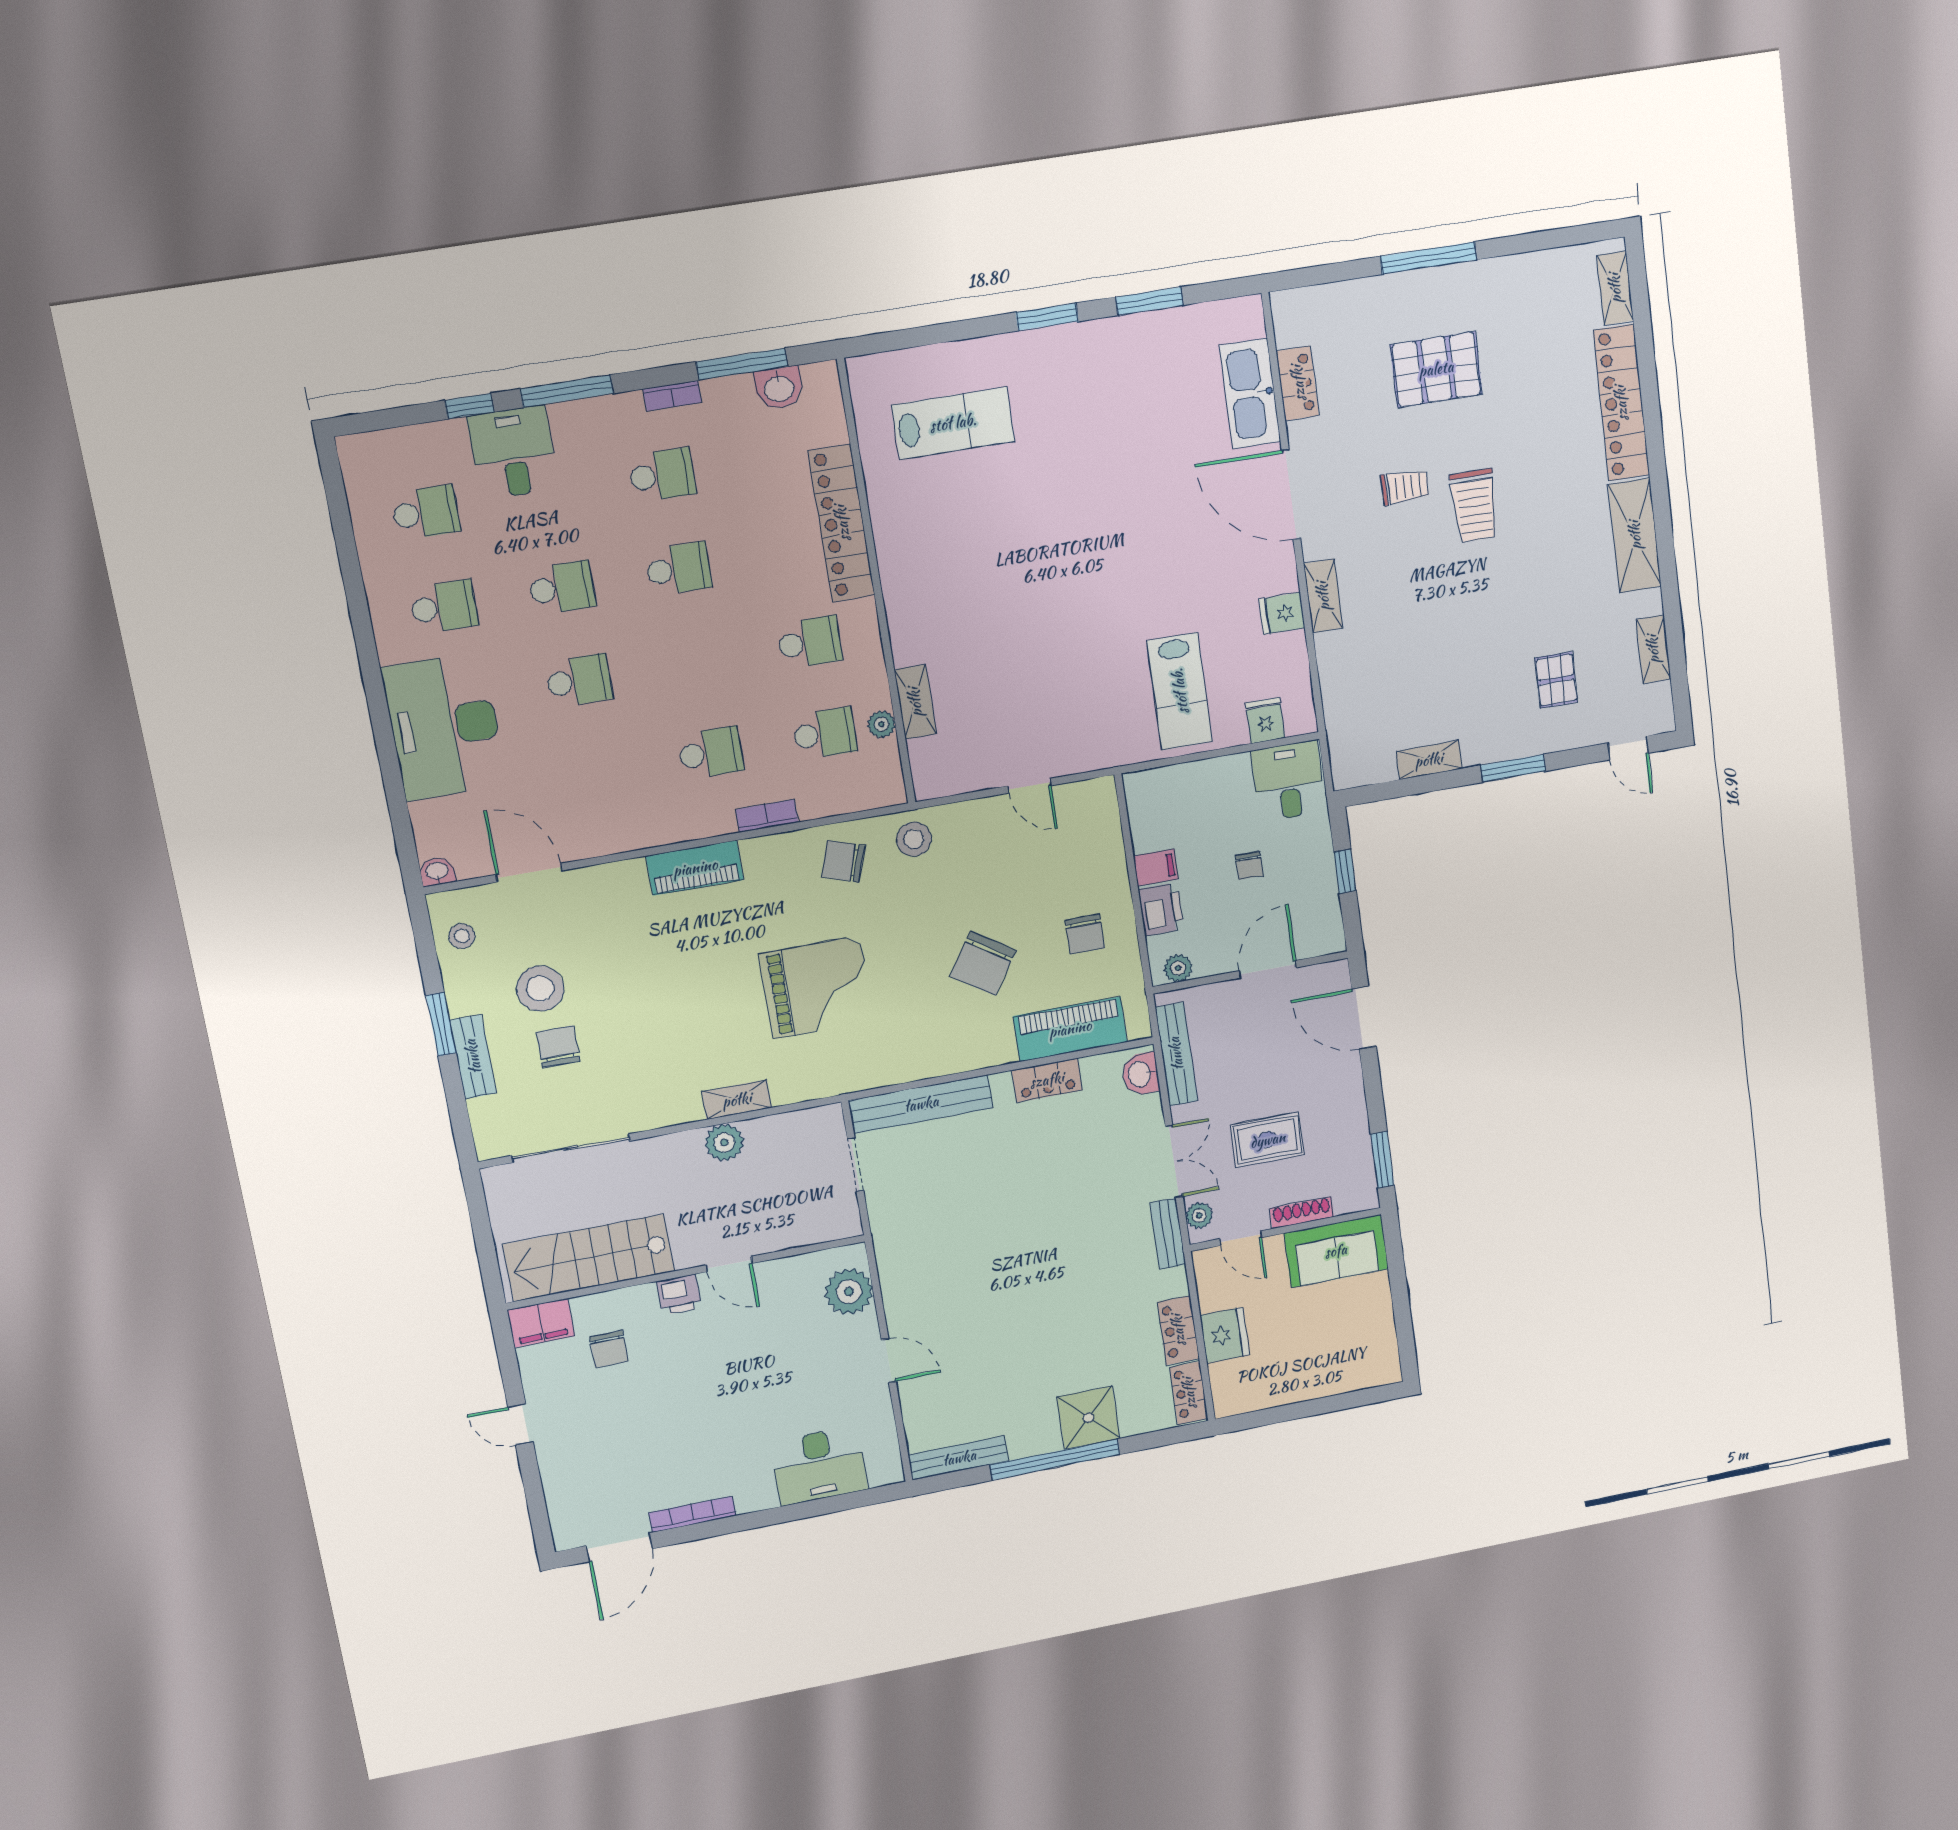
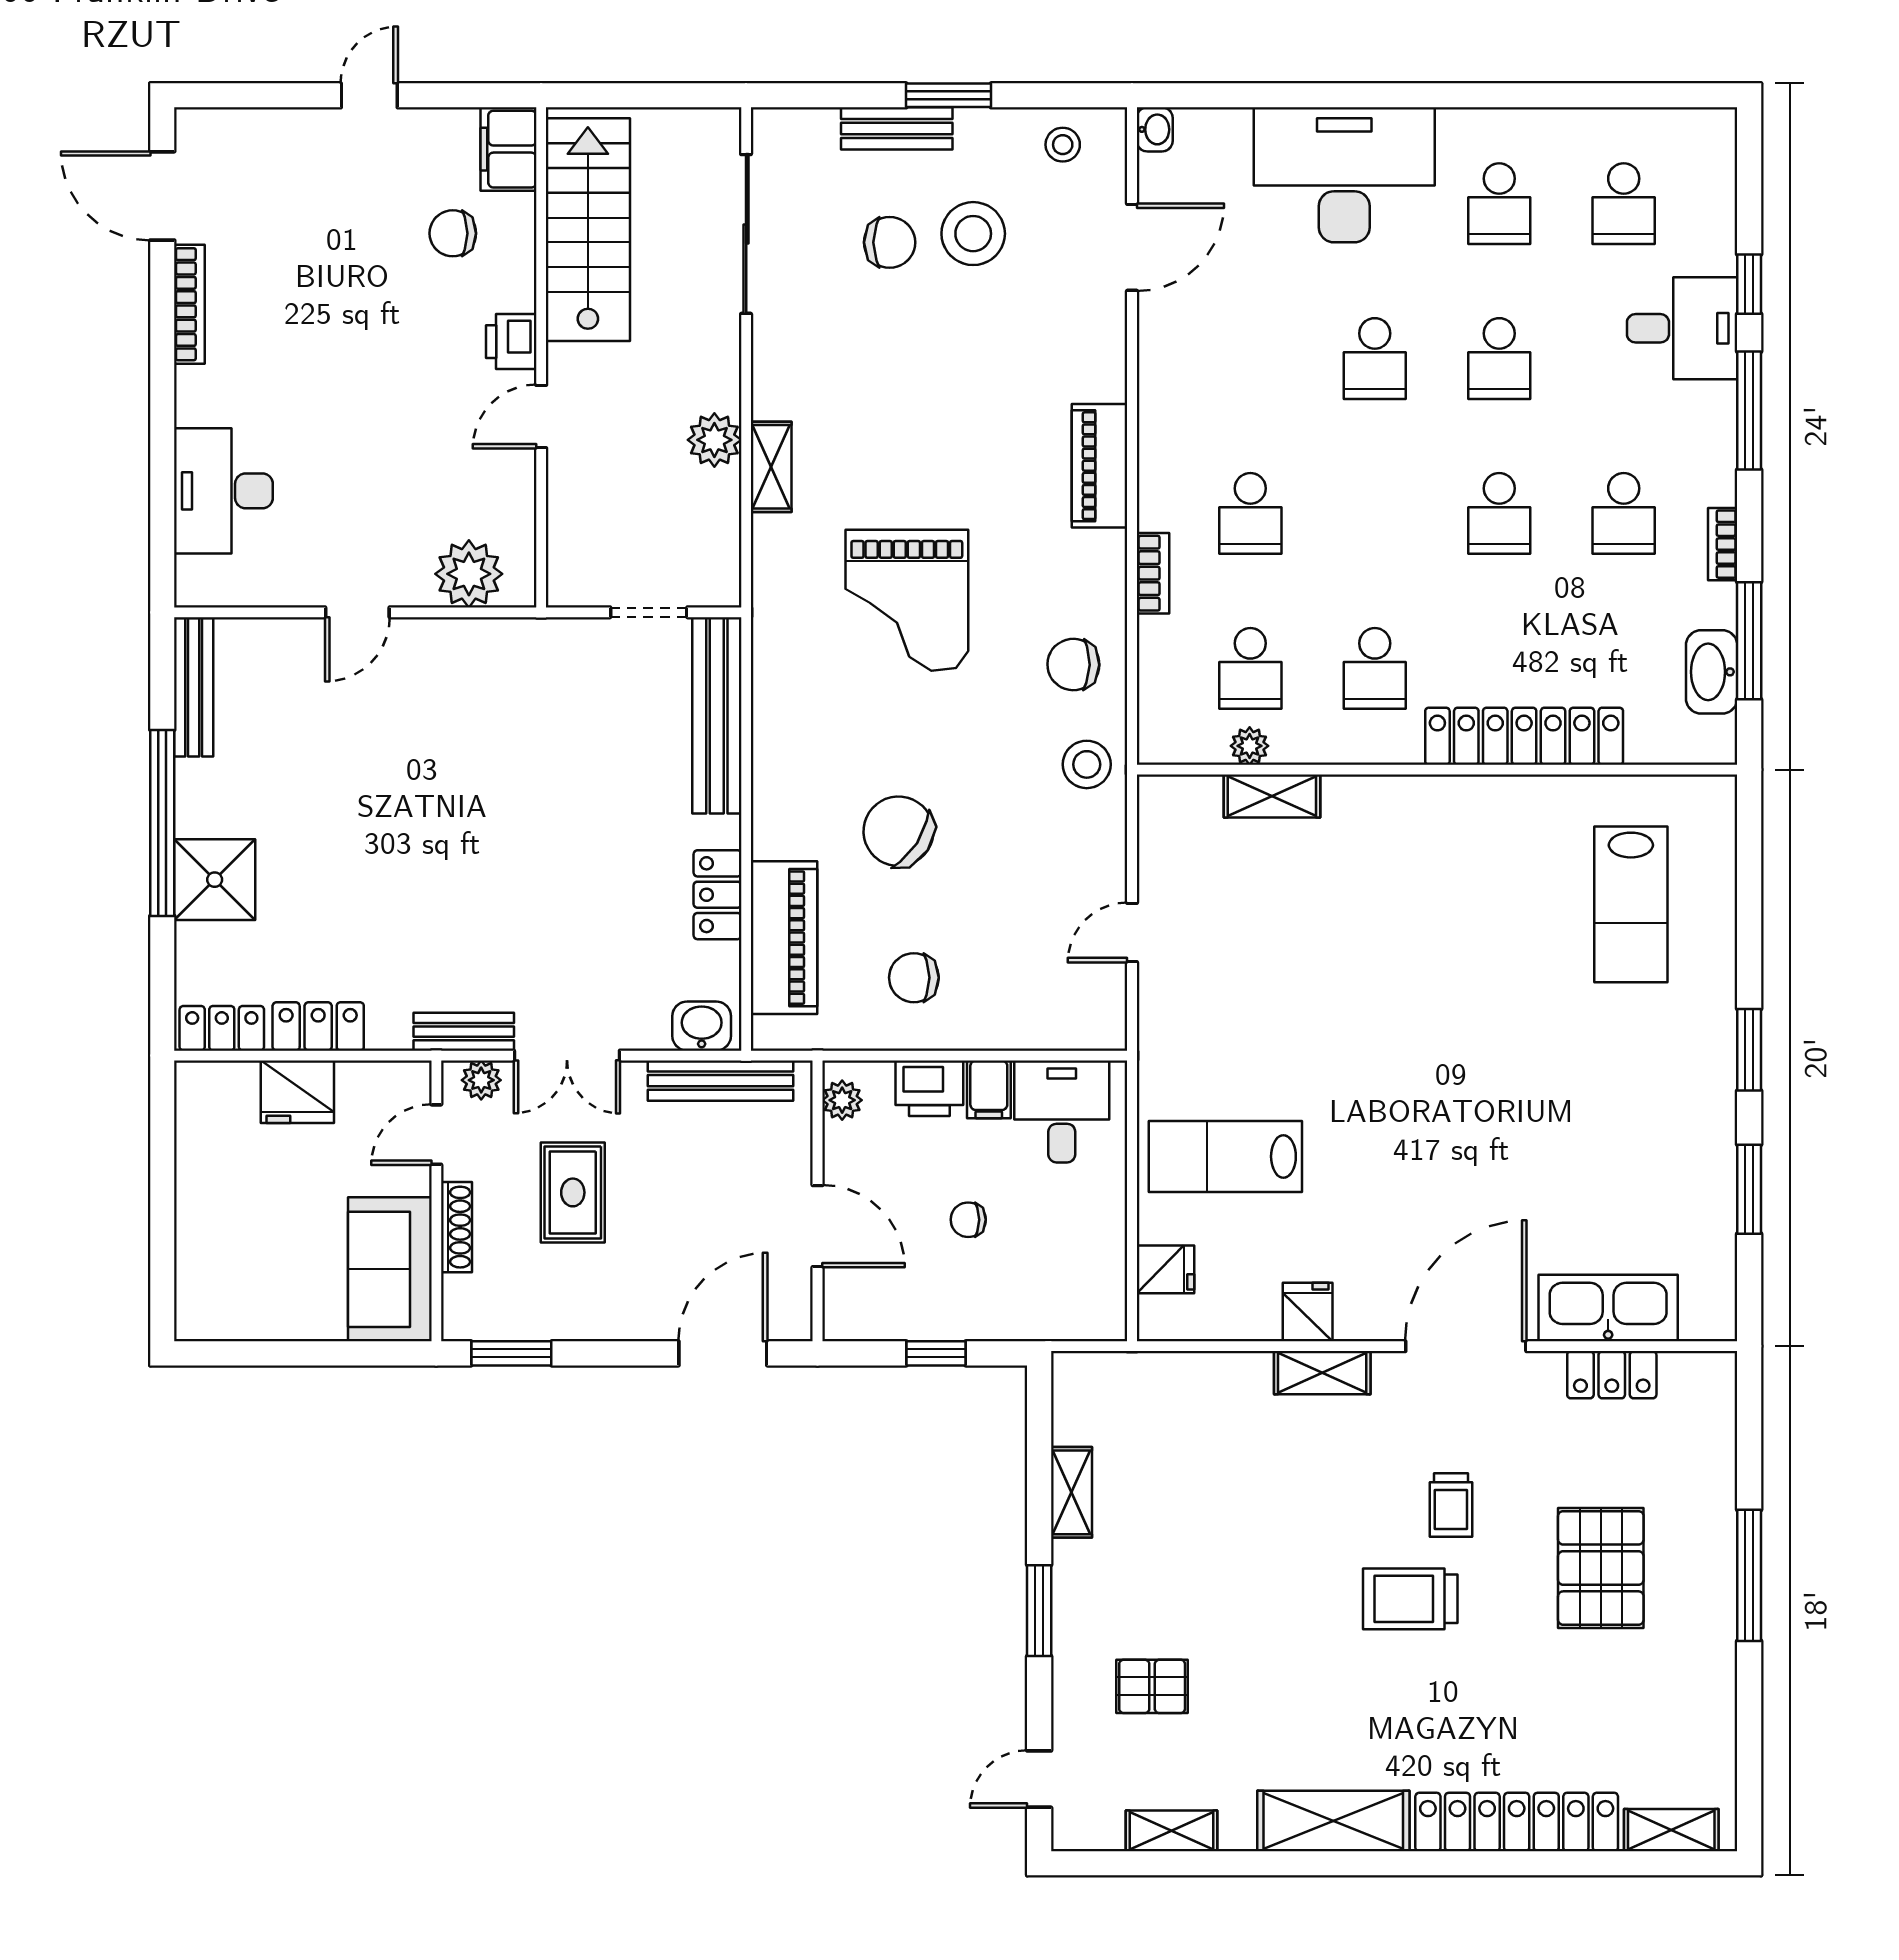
washbasin: (779, 388) -> (1712, 672), width x1.38
desk: (1288, 781) -> (1062, 1111), moved, turned -90
chair: (843, 861) -> (1073, 665), turned -107

